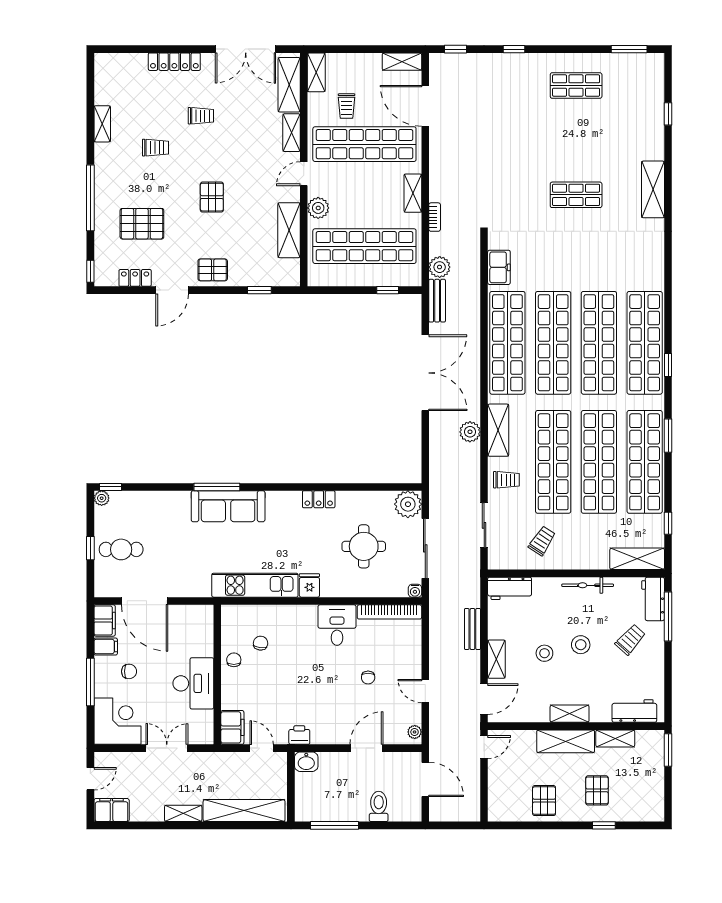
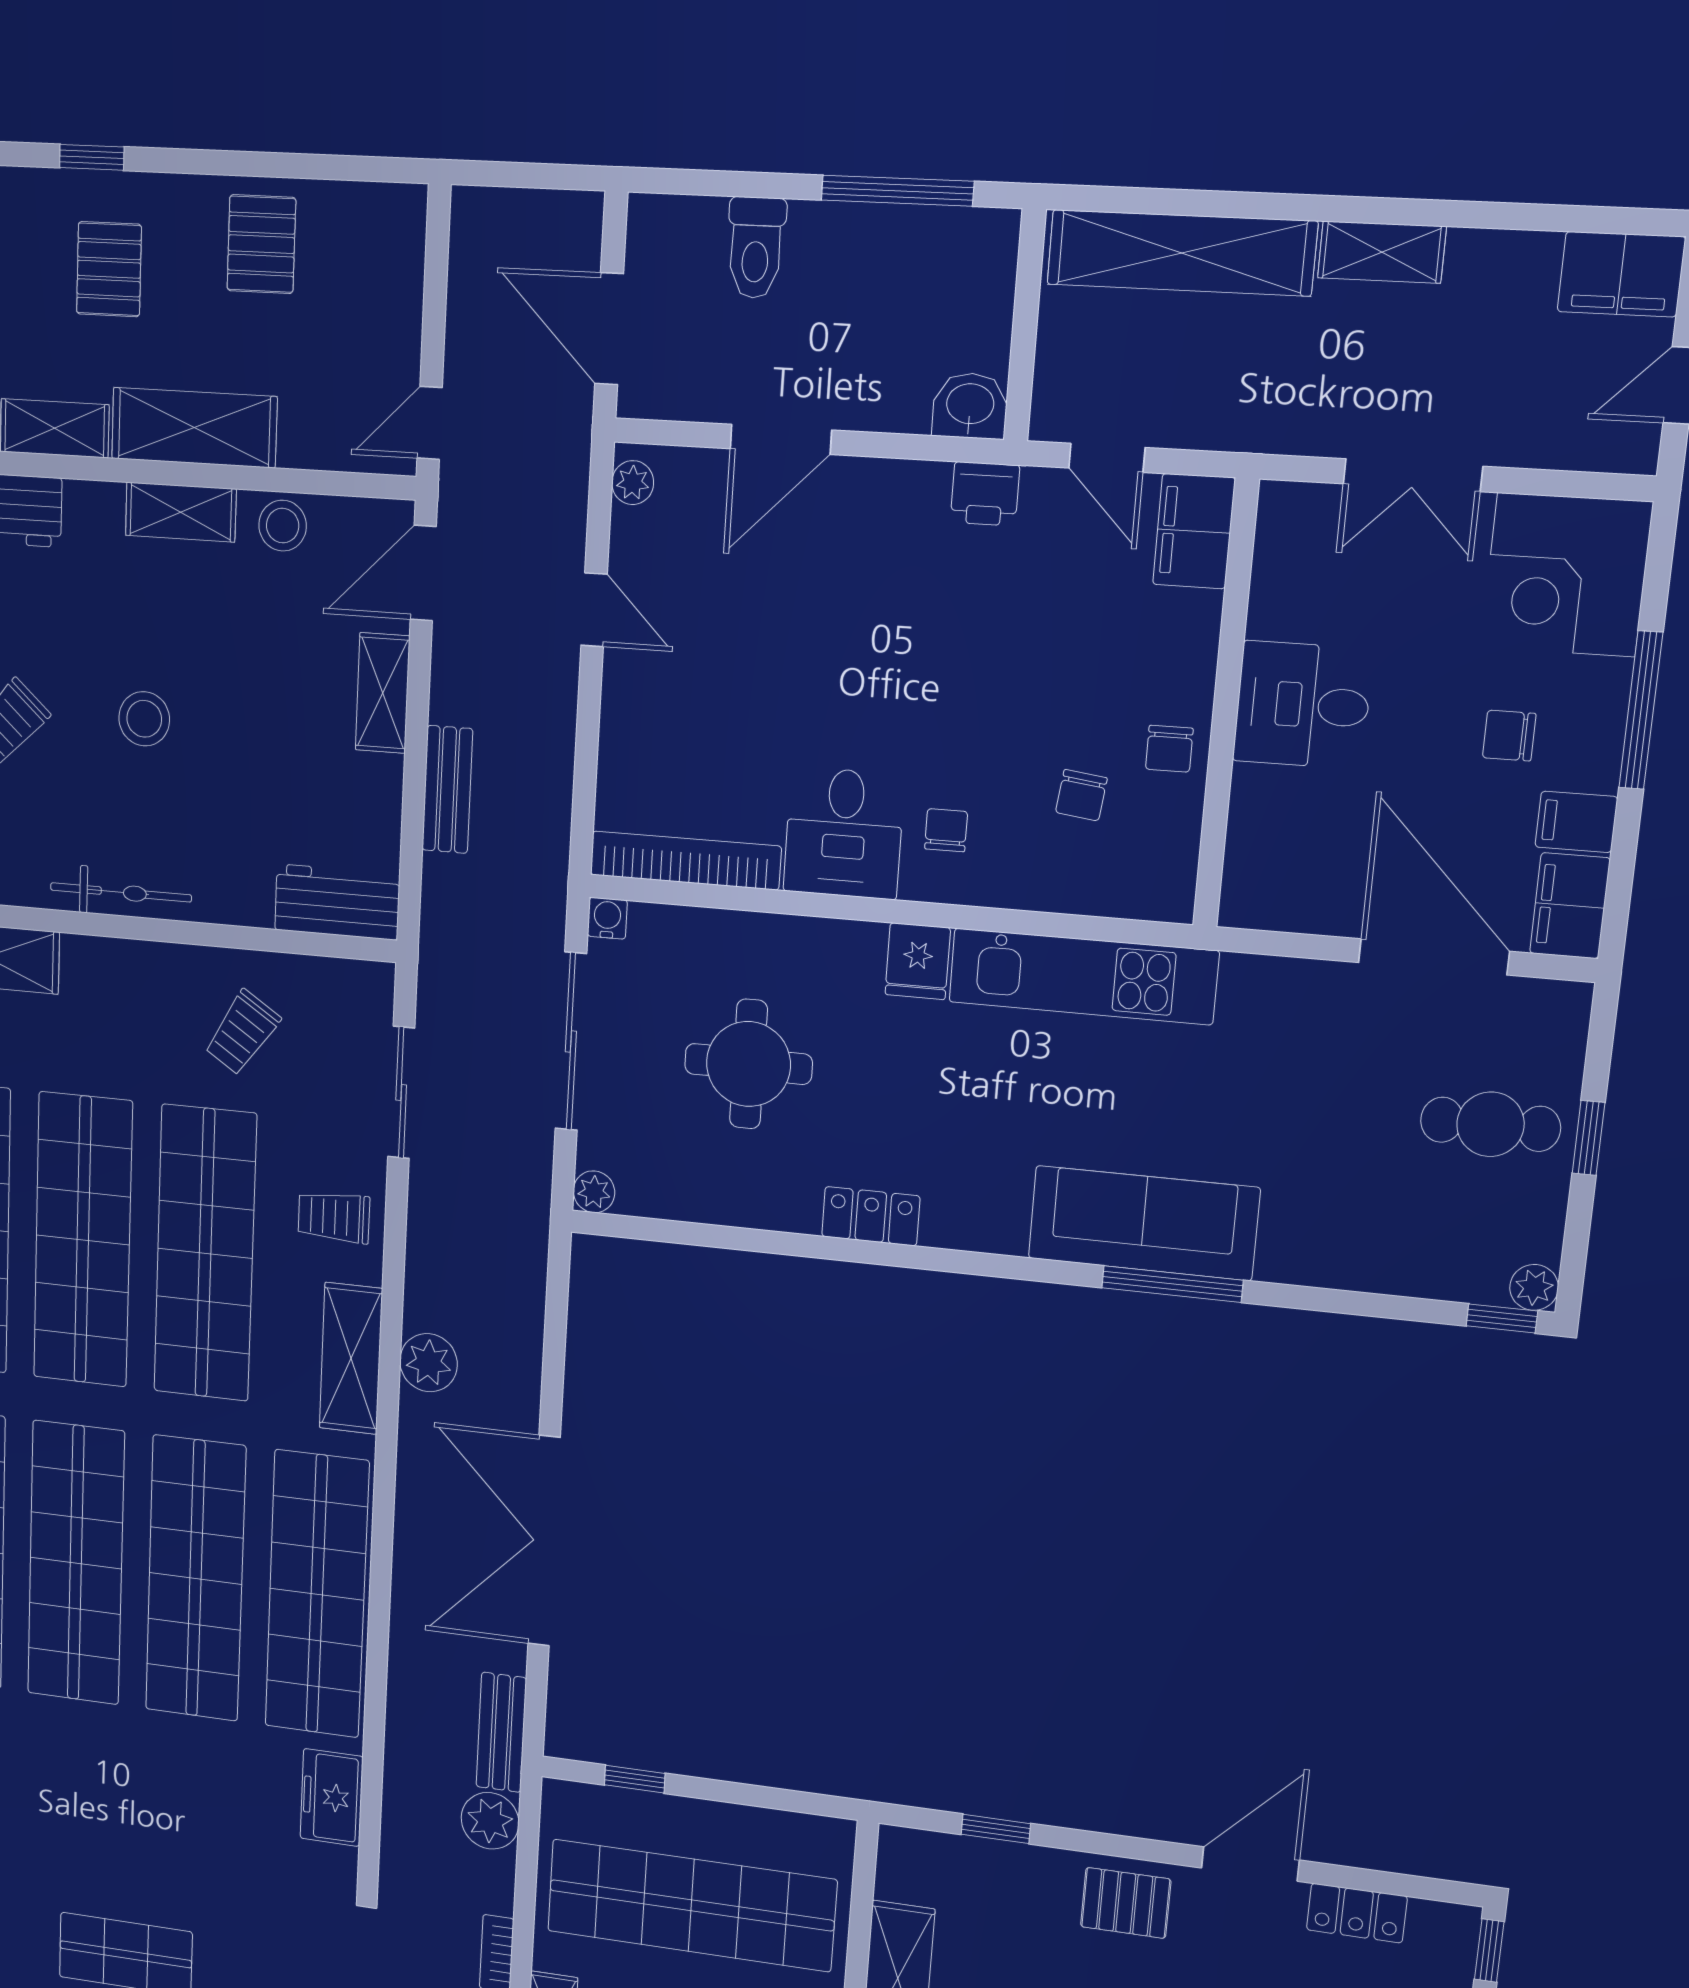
plant: (408, 504) -> (594, 1192), width x0.53, depth x0.53
stool: (544, 653) -> (283, 526), moved
chair: (368, 678) -> (946, 830), moved
desk: (193, 683) -> (1303, 705), width x0.73

